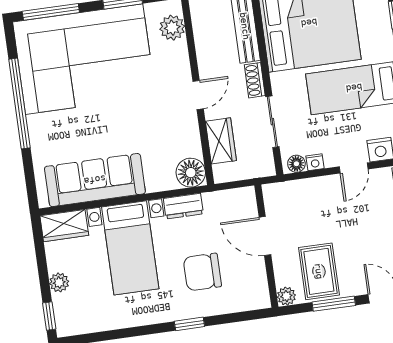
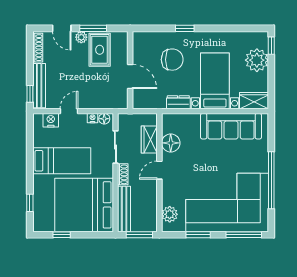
floor lamp: (191, 173) -> (171, 143), moved
plant: (59, 282) -> (257, 60), width x1.88, depth x1.88
plant: (286, 296) -> (81, 37), moved

